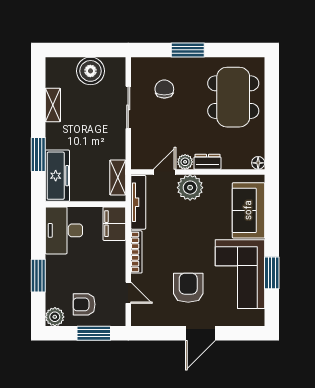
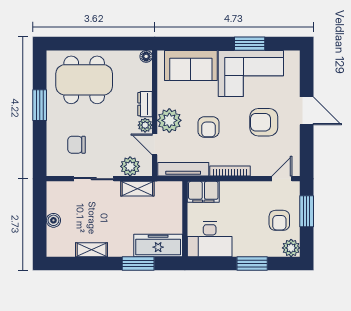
window: (188, 50) -> (40, 105), moved
boiler: (90, 71) -> (53, 220), width x0.54, depth x0.54
plant: (141, 146) -> (130, 166), added
shelving: (118, 177) -> (137, 189), moved
armchair: (183, 229) -> (209, 127), added
door: (128, 293) -> (282, 179), moved

